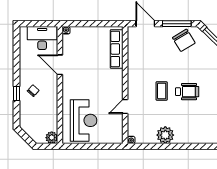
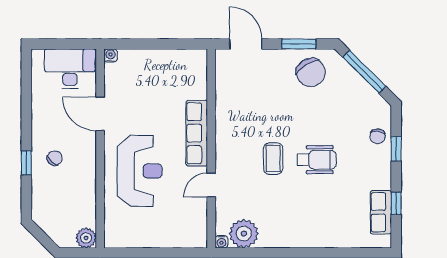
window: (177, 24) -> (299, 44), width x0.69
row of seats: (117, 49) -> (197, 133), moved
reception desk: (84, 120) -> (140, 171), moved
plant: (165, 135) -> (244, 234), moved

